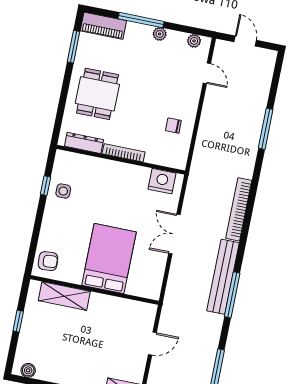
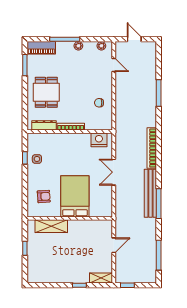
armchair: (48, 261) -> (44, 196), moved
boiler: (28, 370) -> (38, 278), removed

